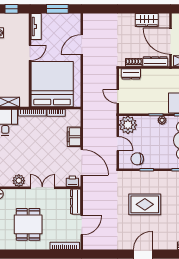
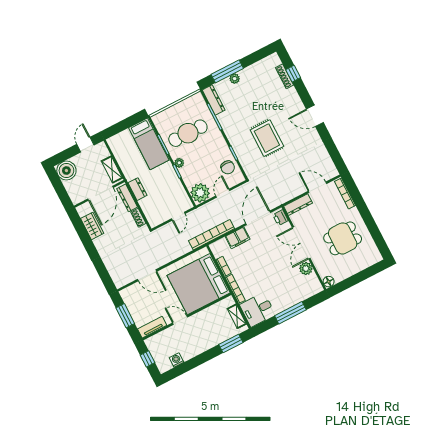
dresser: (131, 74) -> (137, 189), moved
bookcase: (88, 116) -> (212, 235), added
double door: (42, 188) -> (301, 243), width x1.37

